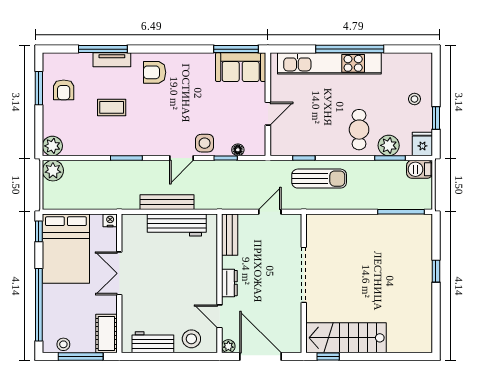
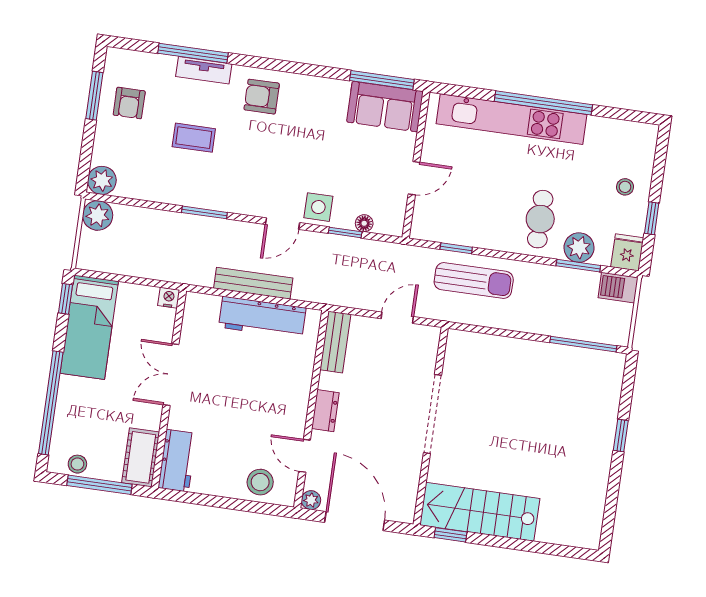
bed: (66, 249) -> (89, 327), width x0.67
workbench: (153, 342) -> (177, 461), moved, turned 90

